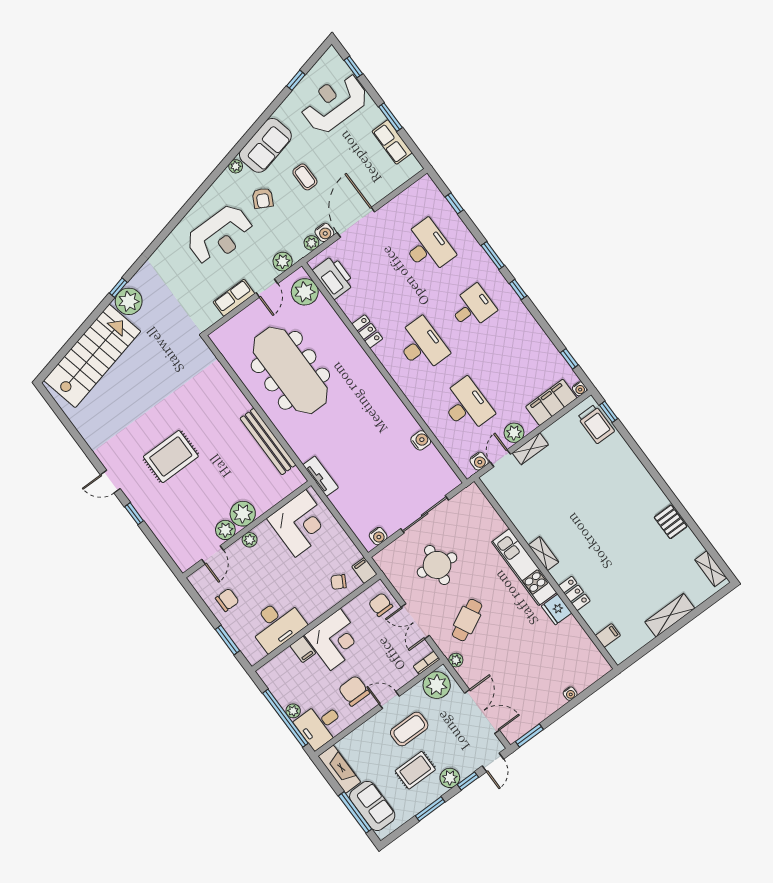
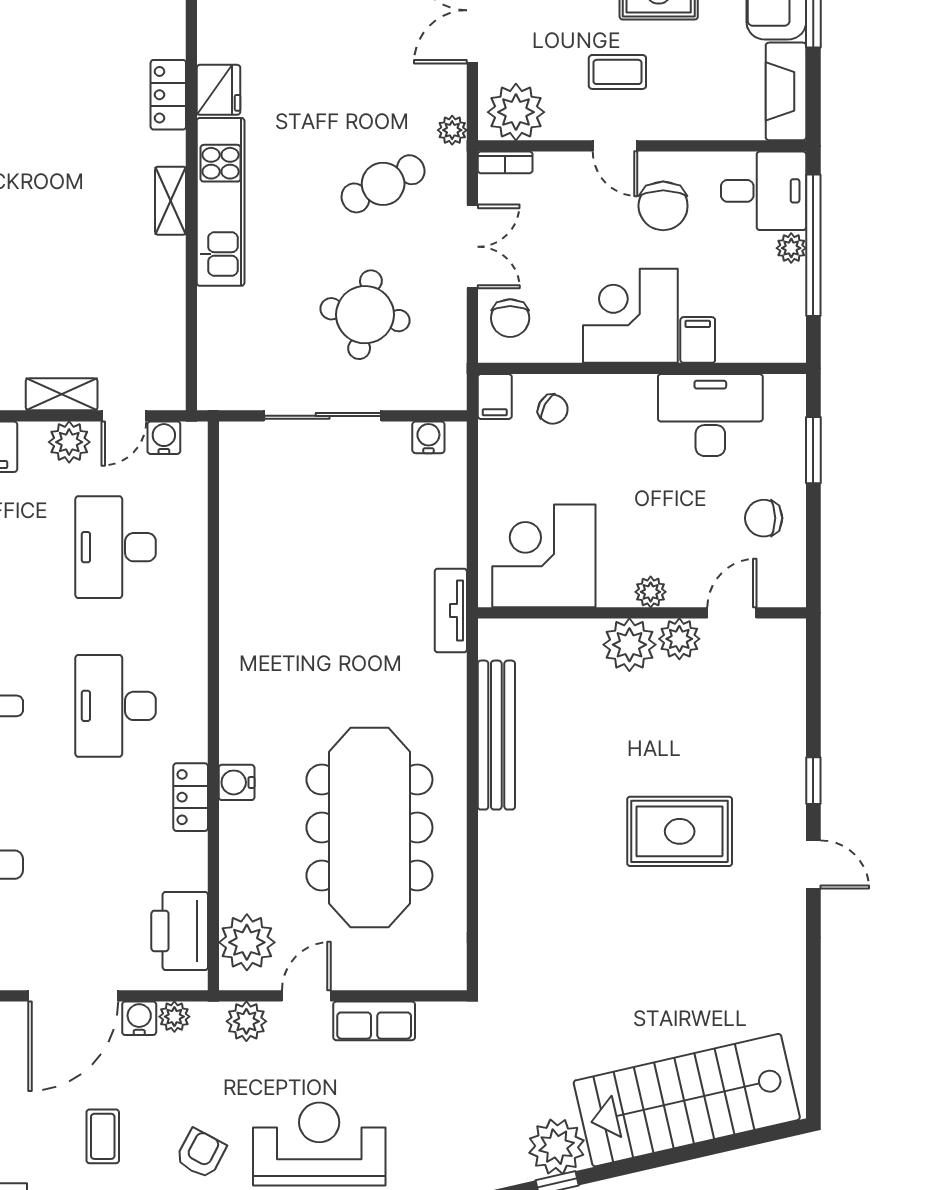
water cooler: (421, 440) -> (237, 782), moved
coffee table: (409, 729) -> (617, 72), width x0.73, depth x0.77

